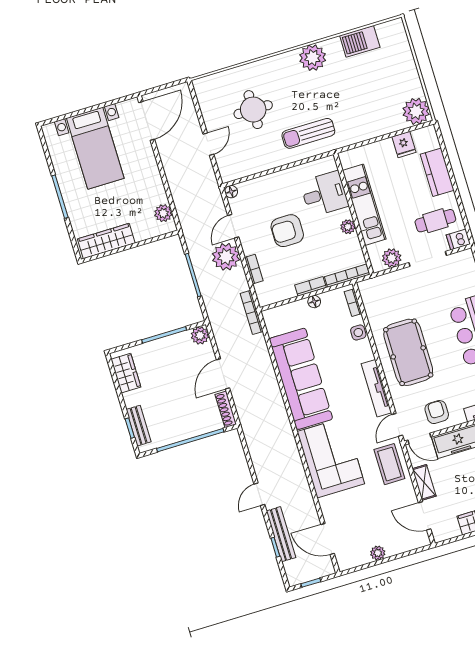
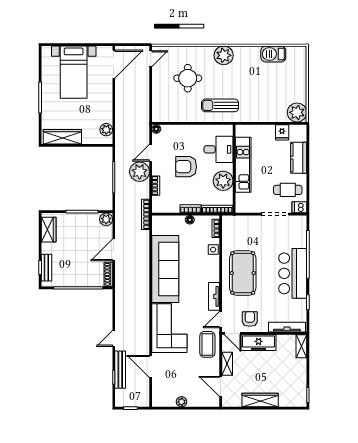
plant: (313, 58) -> (224, 55), moved
door: (208, 144) -> (151, 59), moved
plant: (348, 227) -> (223, 181), width x1.88, depth x1.88
plant: (392, 258) -> (251, 206), removed
tv unit: (376, 388) -> (214, 296), width x0.71
door: (328, 539) -> (151, 367), moved

